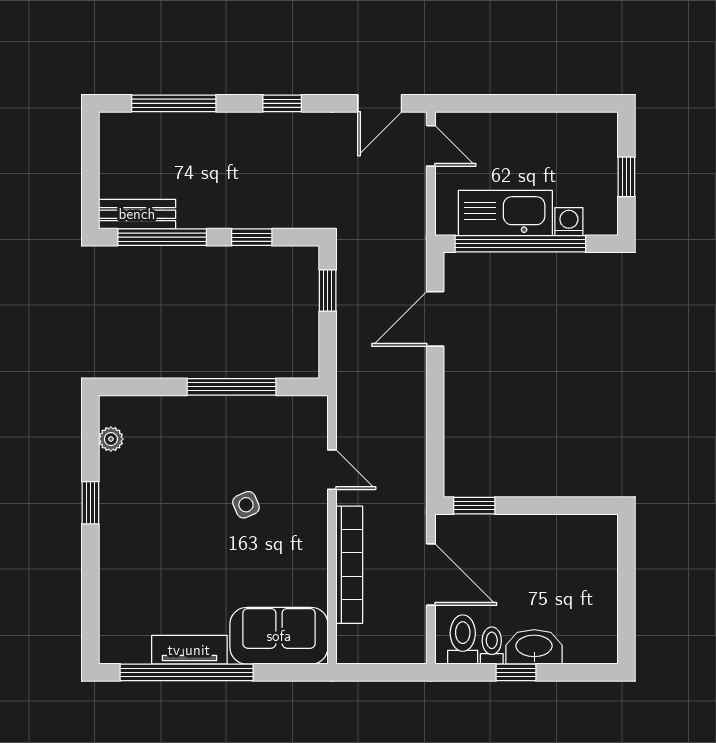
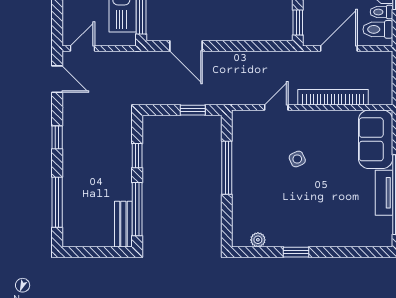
window: (328, 291) -> (193, 110), moved

